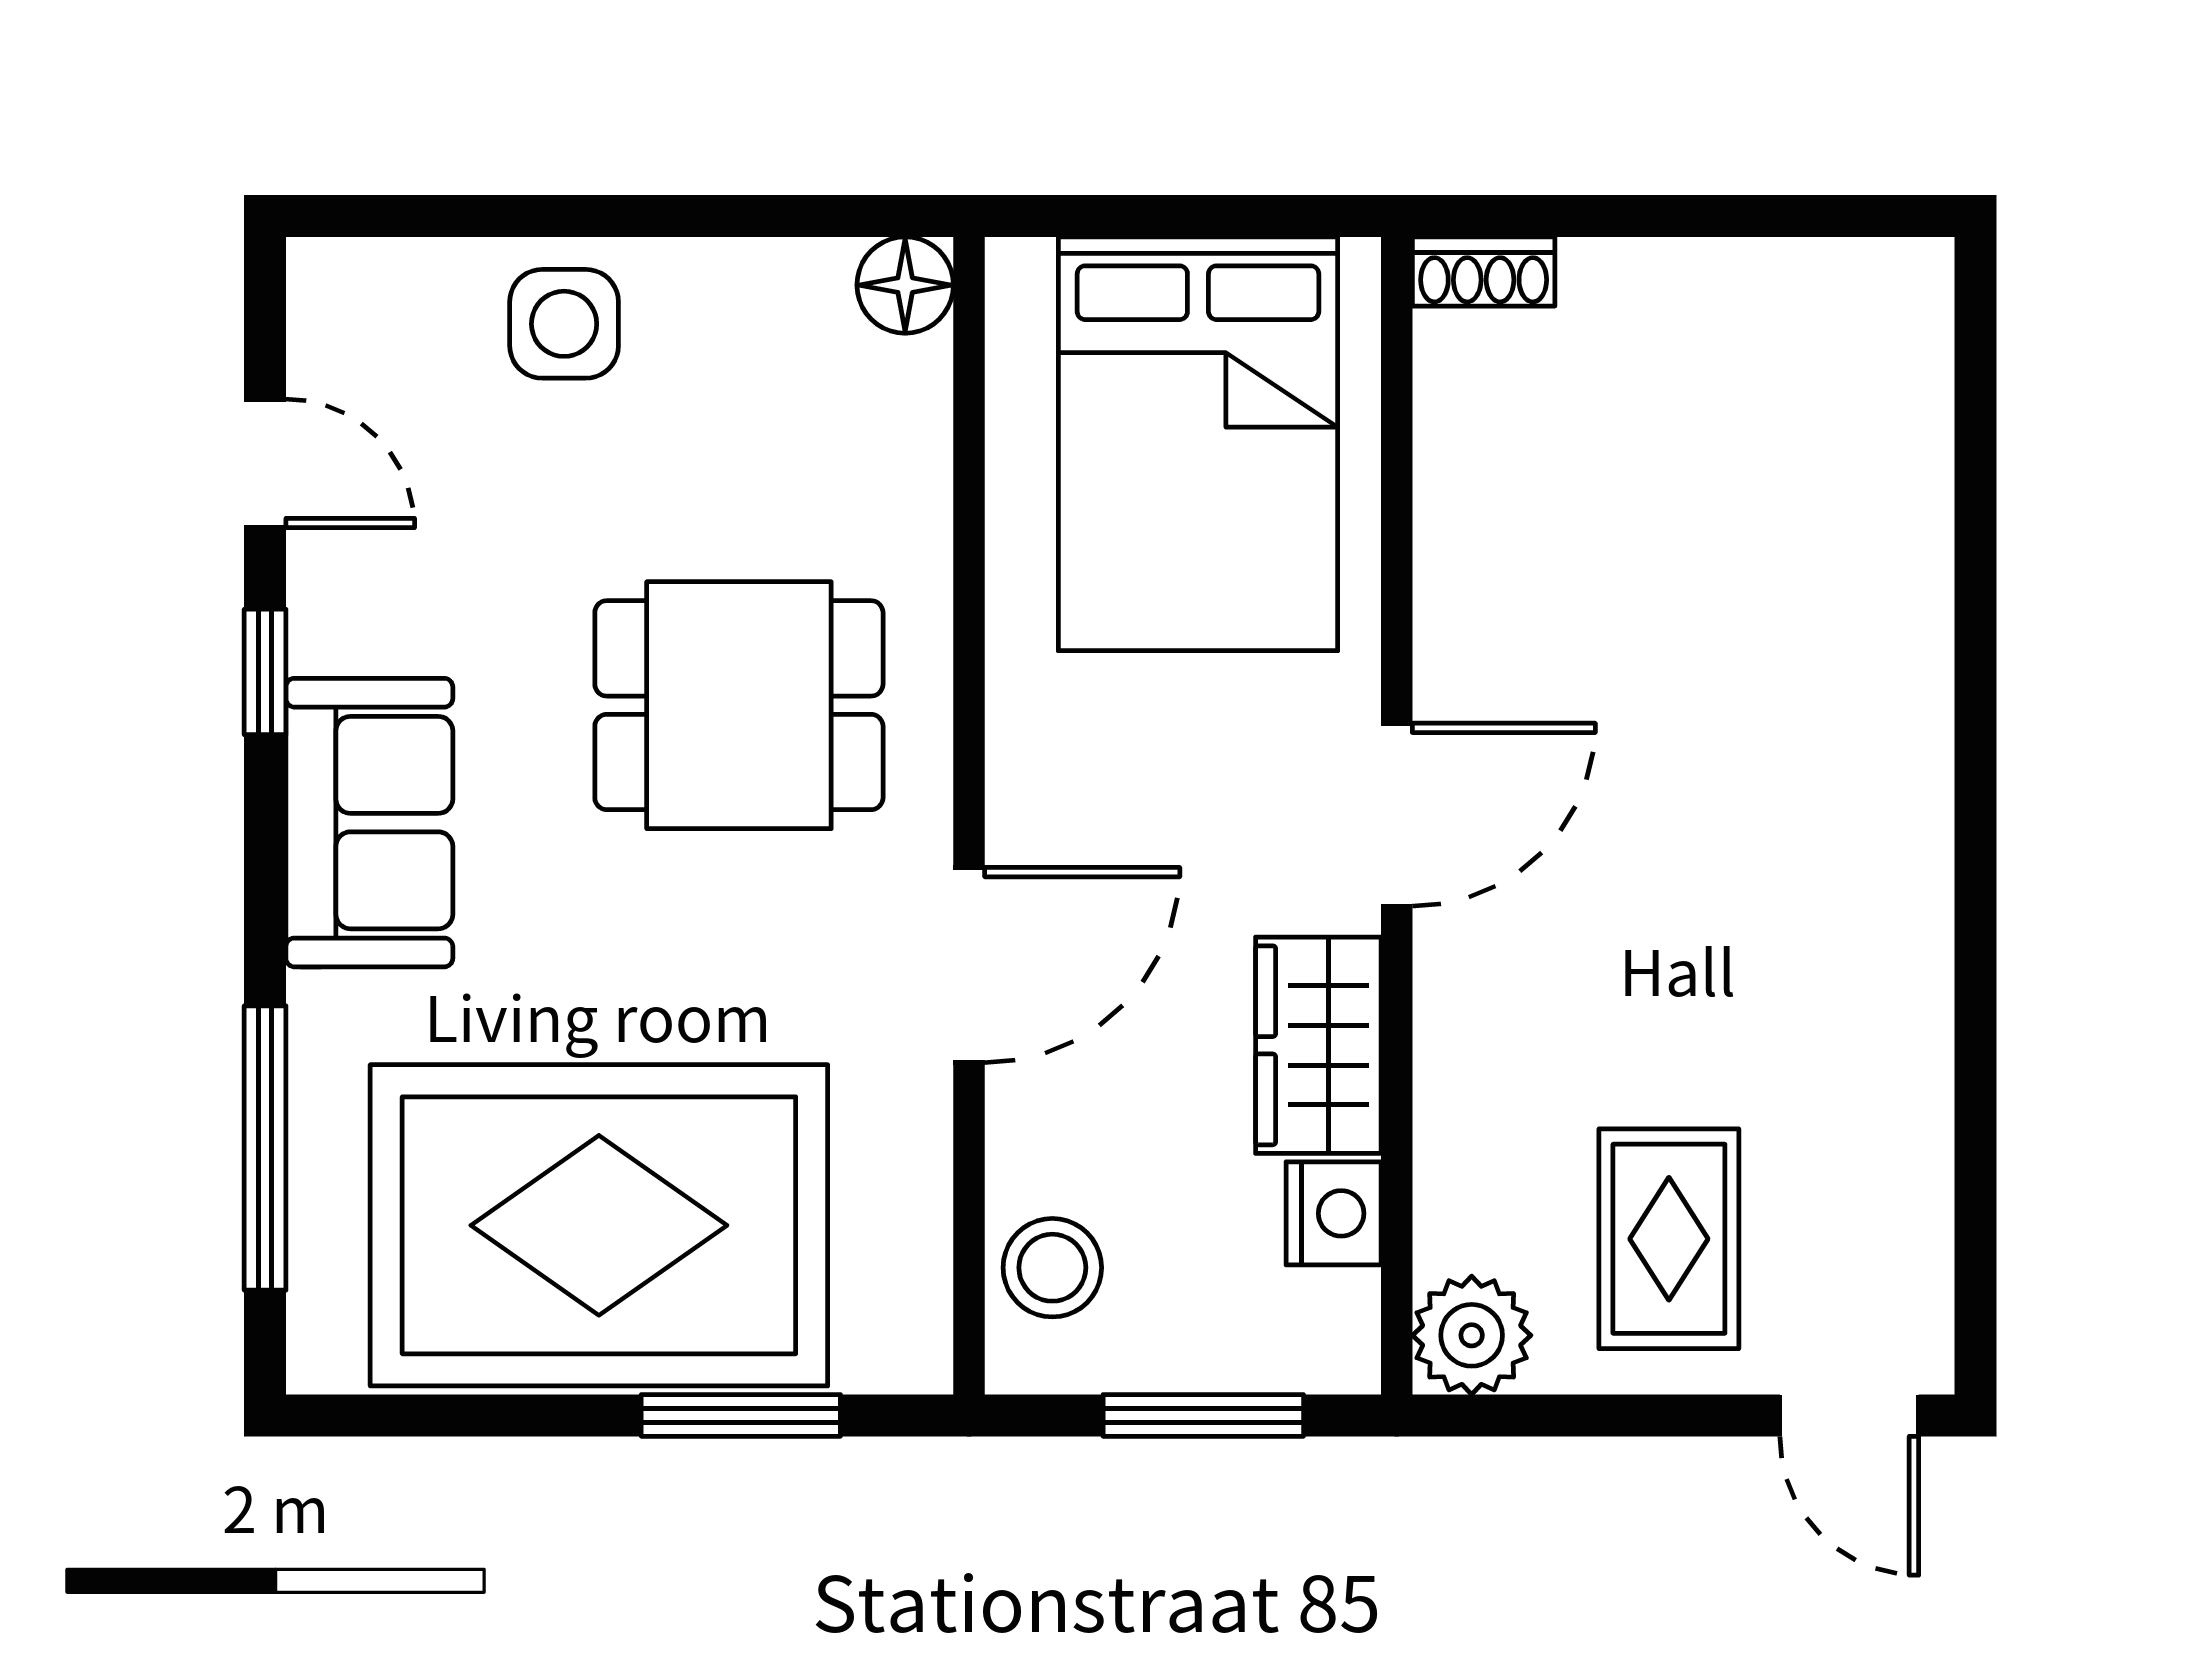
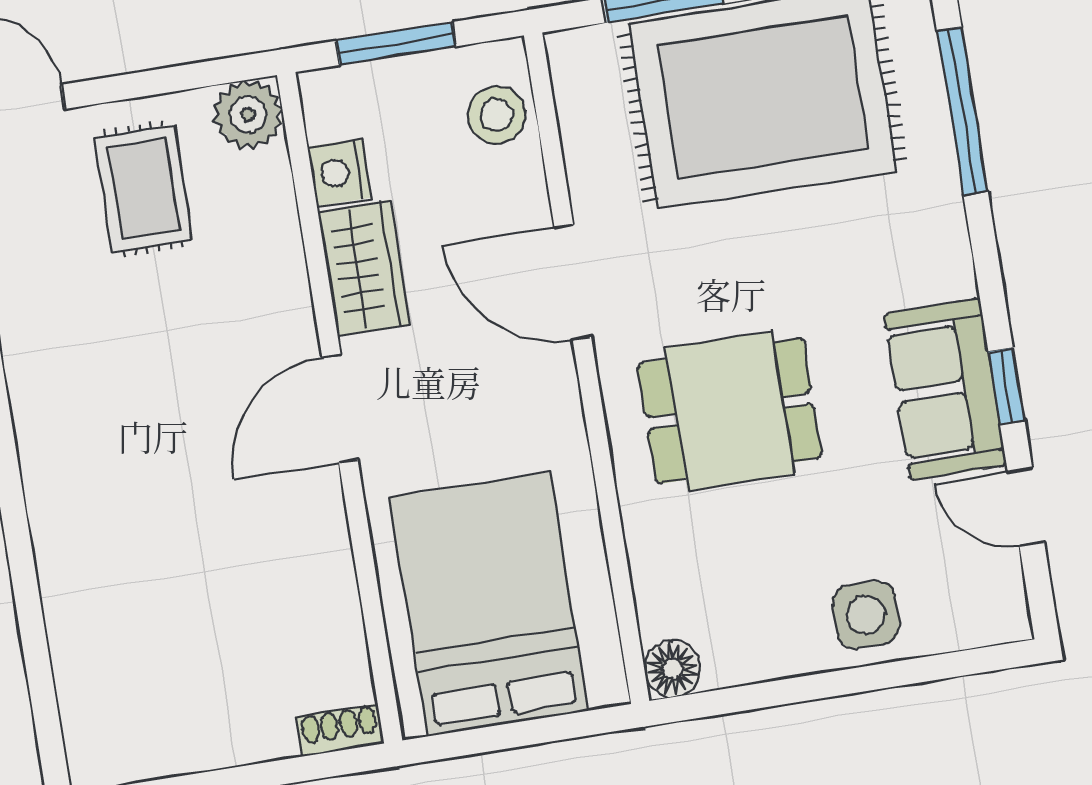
sofa: (369, 823) -> (945, 389), moved
door: (969, 965) -> (573, 282), hinge flipped

